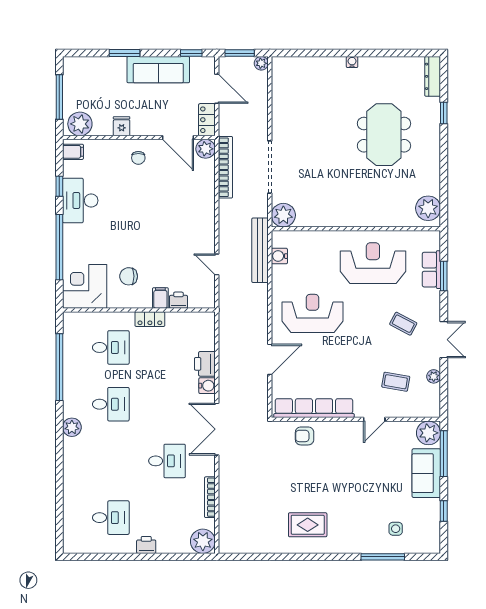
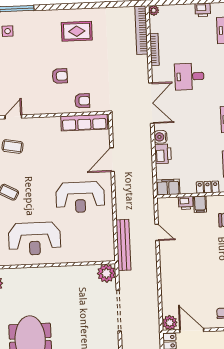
bookcase: (225, 167) -> (141, 30), moved
water cooler: (279, 256) -> (108, 241), removed
filing cabinet: (200, 321) -> (168, 187), added
row of seats: (314, 408) -> (84, 123), width x0.73
door: (374, 419) -> (13, 117), moved
armchair: (332, 469) -> (60, 76), added
plant: (203, 541) -> (154, 10), width x0.53, depth x0.53

